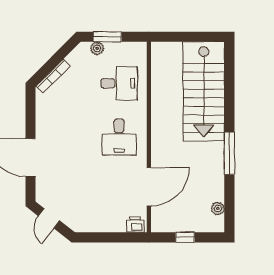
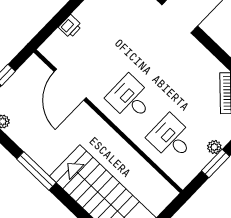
desk: (119, 83) -> (171, 138), turned 90
printer: (135, 225) -> (70, 26), moved

